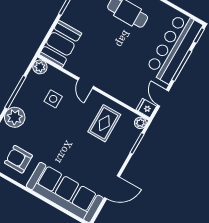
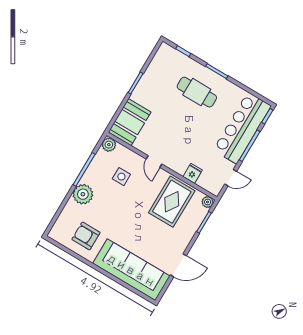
door: (163, 98) -> (231, 178), swing flipped
fridge: (146, 108) -> (193, 173), moved, turned 90
rug: (104, 123) -> (172, 202), width x1.36, depth x1.43

